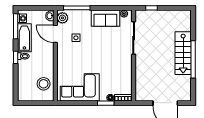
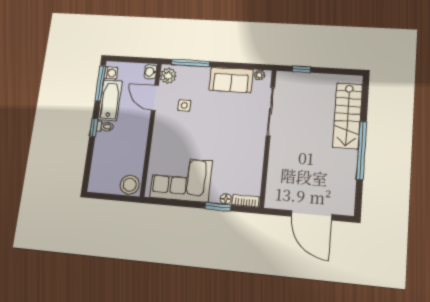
stairs: (183, 53) -> (348, 116), moved
stool: (44, 84) -> (130, 185), moved

